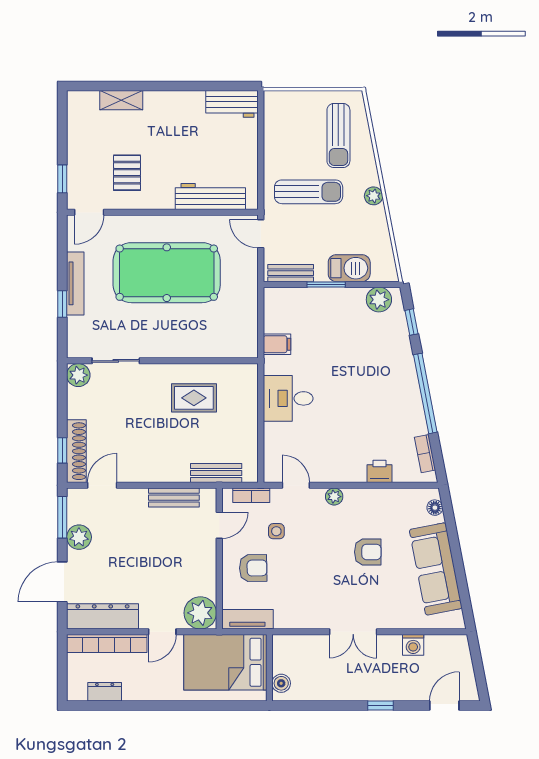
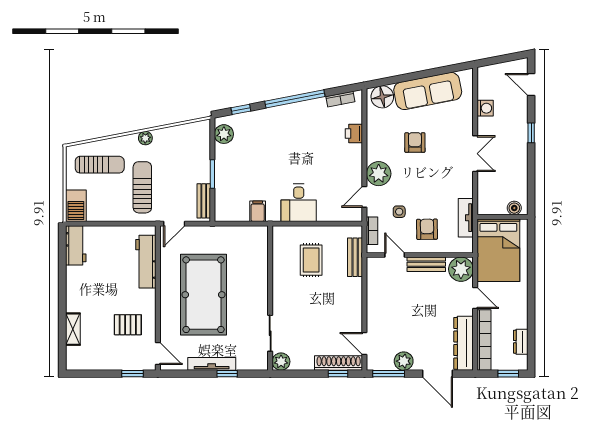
barbecue: (349, 268) -> (76, 206), moved, turned 180
rug: (194, 398) -> (311, 260), moved
plant: (334, 497) -> (379, 174), width x1.88, depth x1.88
bench: (174, 498) -> (426, 264), moved, turned 90
floor lamp: (435, 508) -> (382, 97), width x1.89, depth x1.89
tv unit: (247, 619) -> (466, 218), moved
window: (62, 675) -> (508, 374), added

